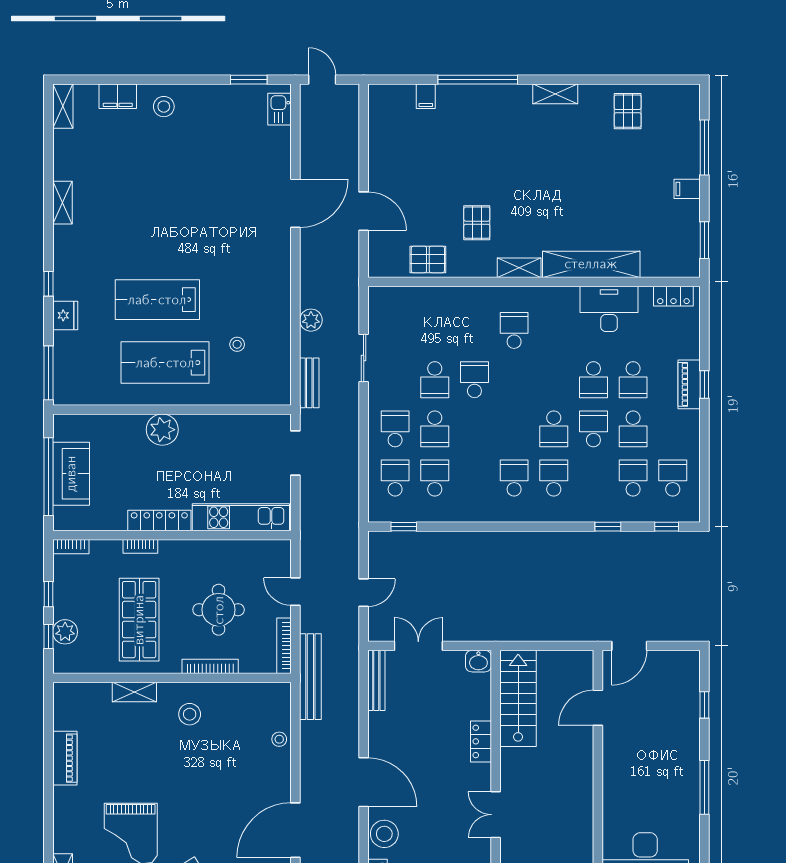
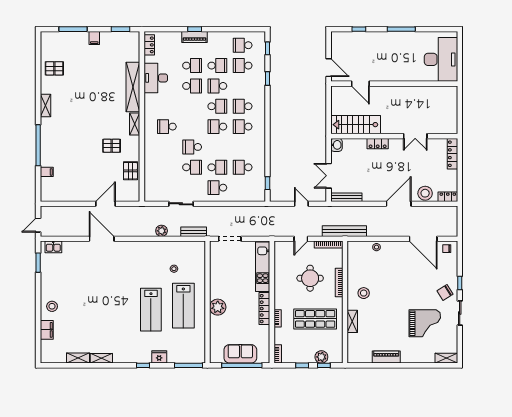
shelving: (63, 106) -> (78, 358), moved
school desk: (395, 478) -> (217, 127), moved

